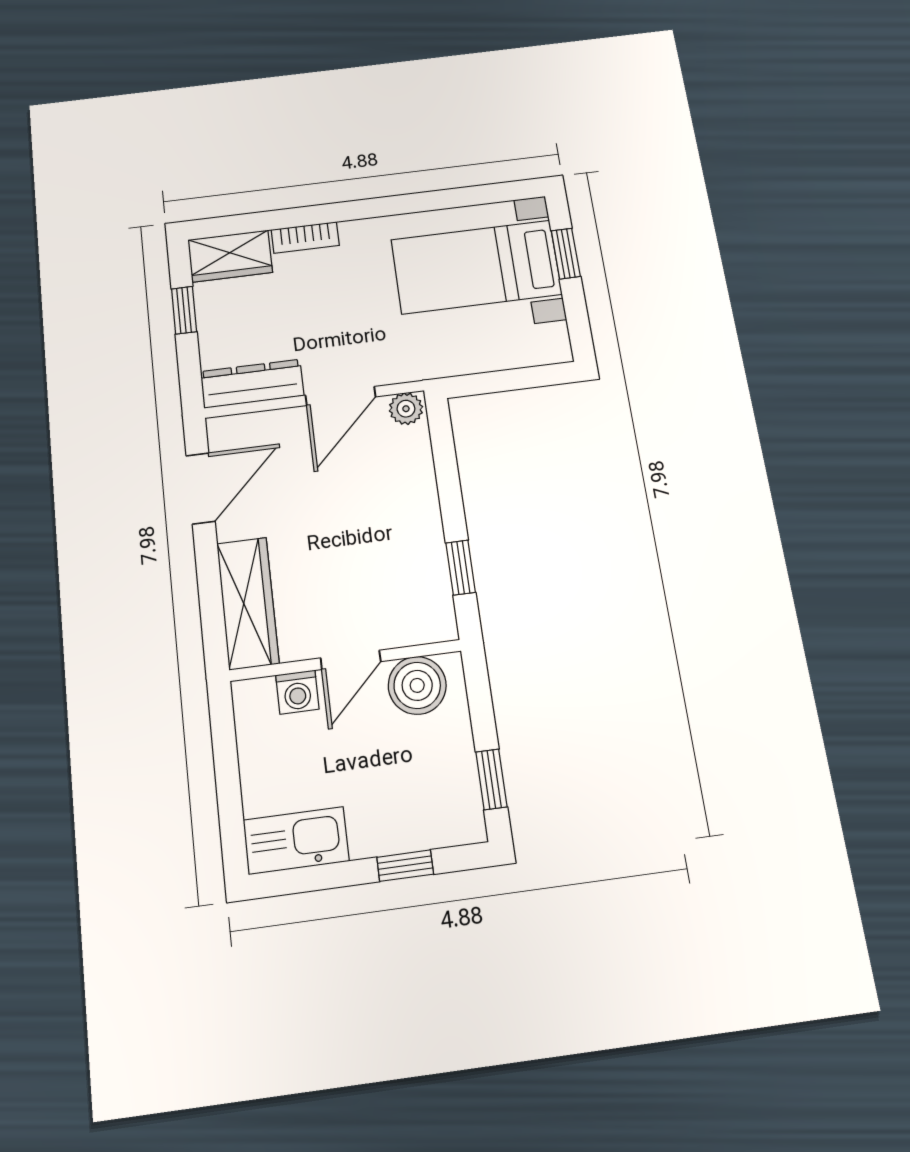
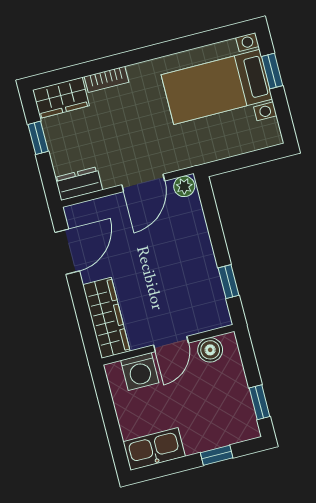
dresser: (252, 384) -> (79, 184), width x0.70
boiler: (417, 685) -> (210, 350), width x0.73, depth x0.73
washing machine: (297, 692) -> (140, 372), width x1.38, depth x1.38

